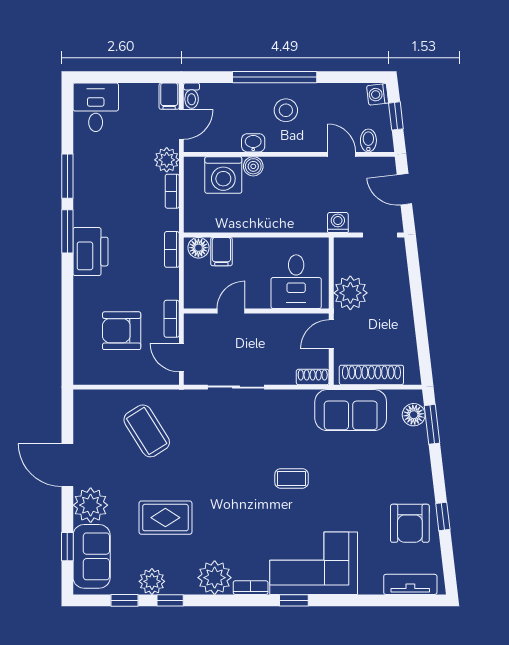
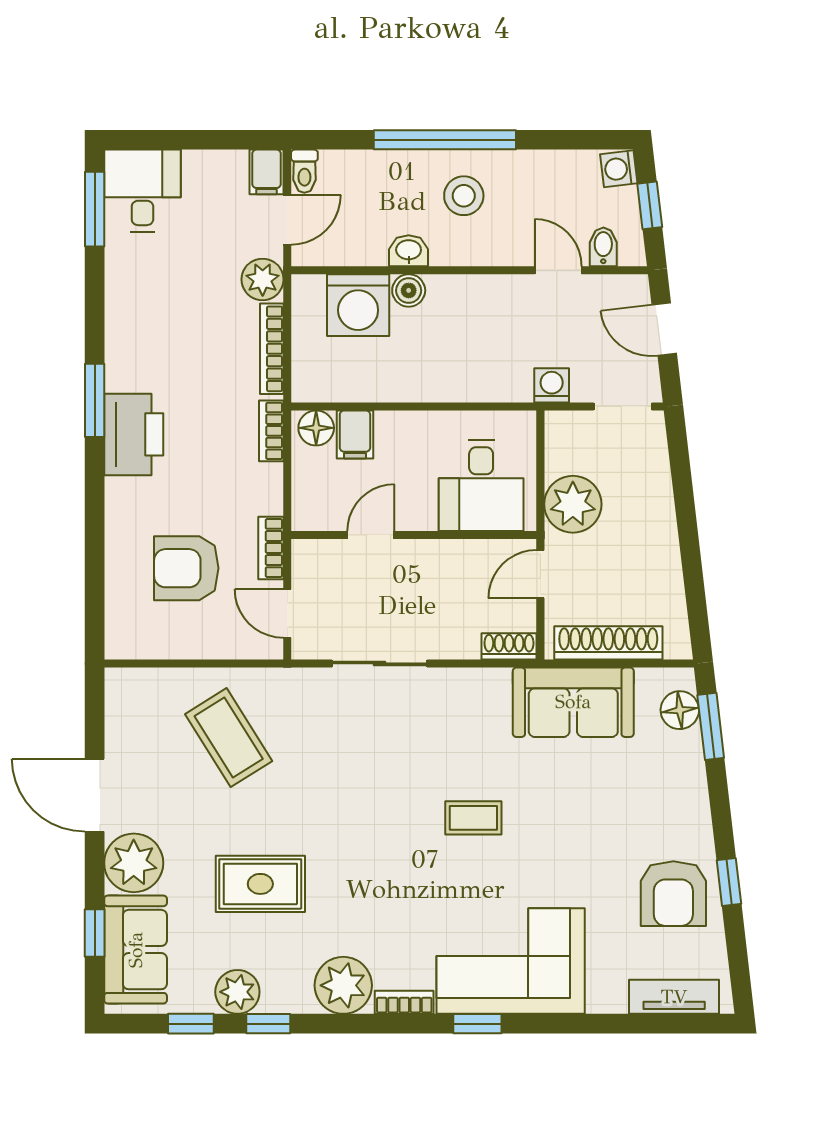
window: (67, 176) -> (95, 209), moved
bookcase: (172, 191) -> (272, 349), width x1.56

